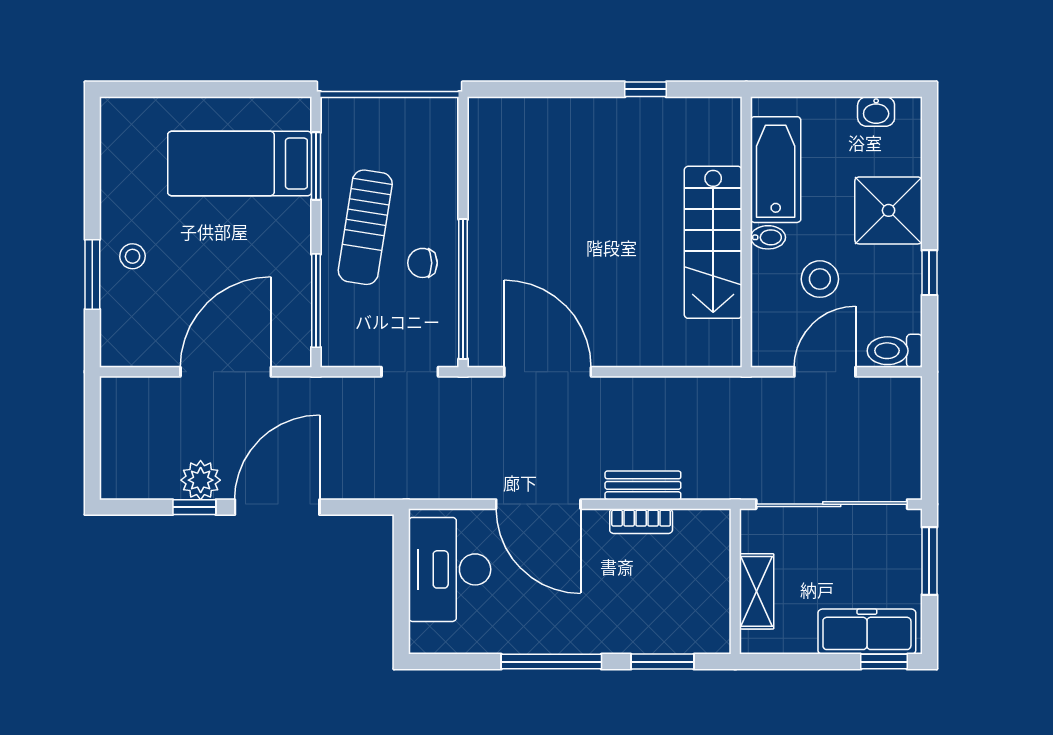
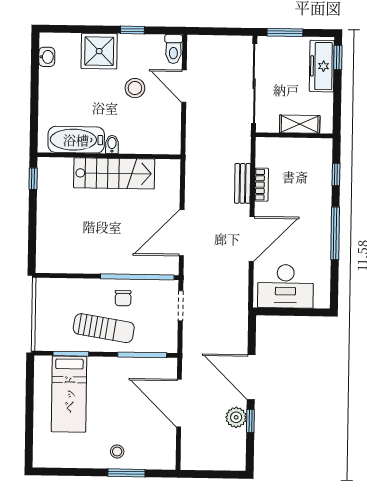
bathtub: (776, 170) -> (76, 140), moved
wall: (746, 232) -> (109, 156), moved
bidet: (768, 237) -> (112, 144), moved
stairs: (713, 242) -> (114, 173), moved
window: (662, 662) -> (336, 174), width x0.67

